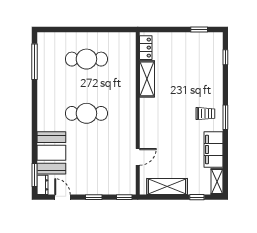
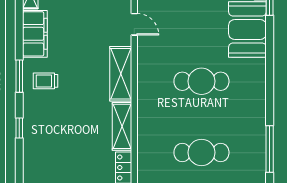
window: (225, 57) -> (19, 128), moved
shelving: (148, 119) -> (121, 74), added
door: (138, 157) -> (134, 24), swing flipped

